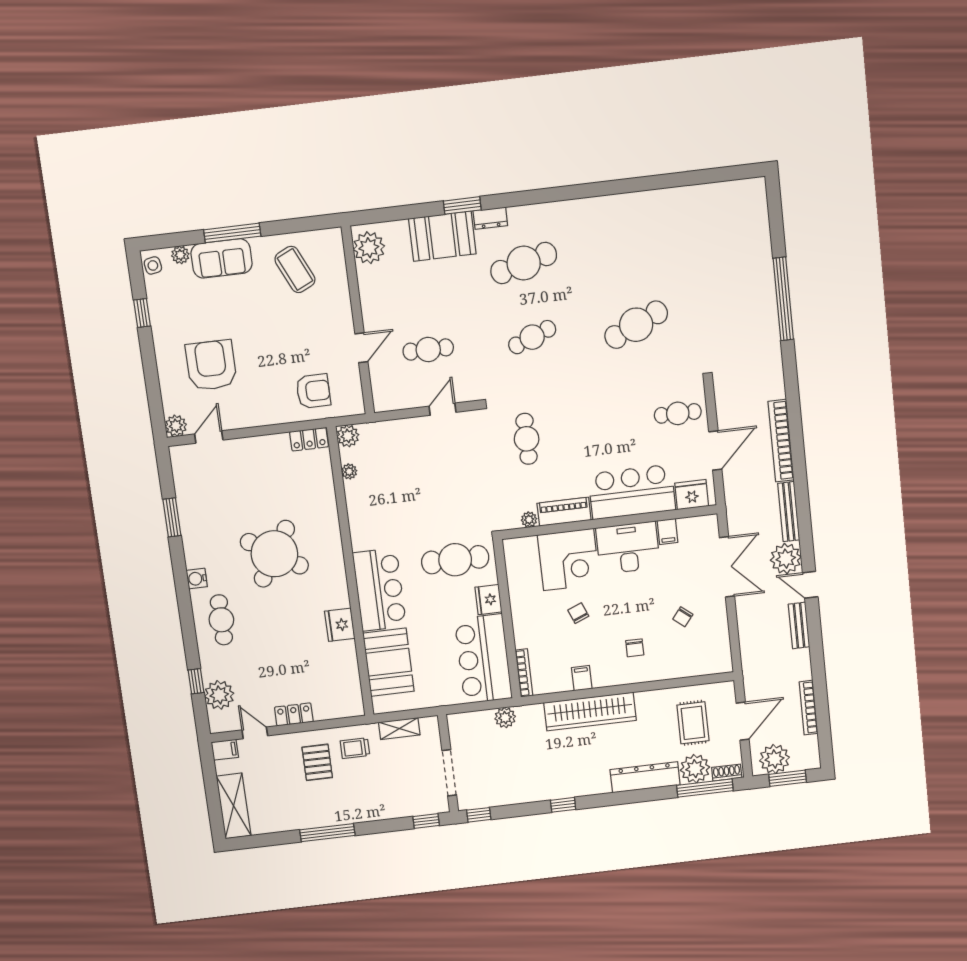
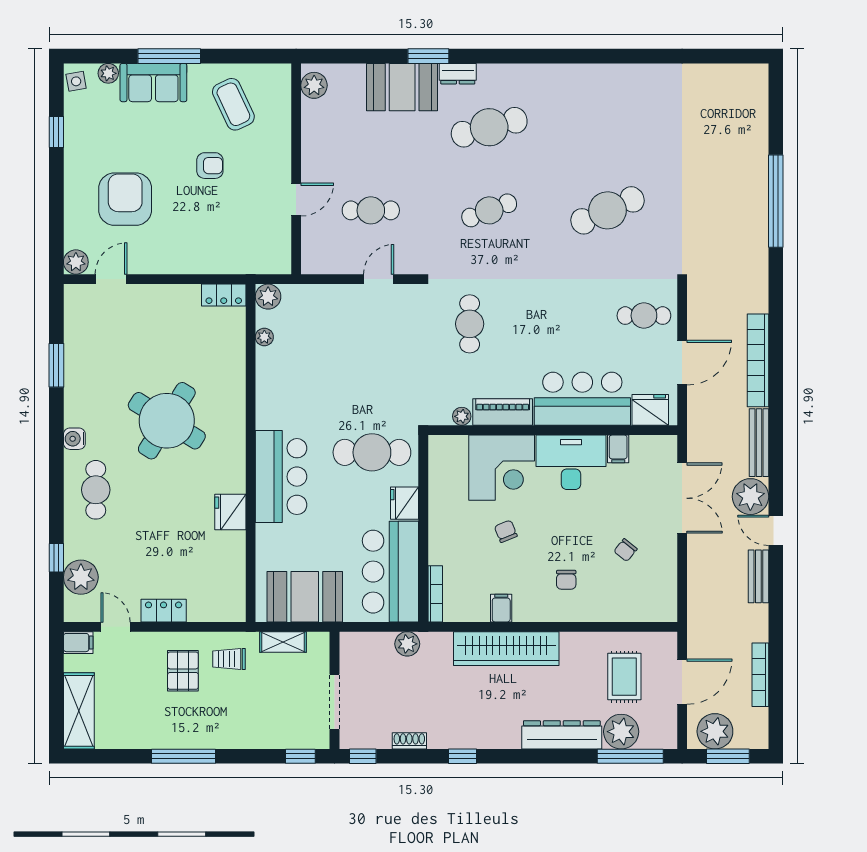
plant: (369, 248) -> (314, 85), width x0.73, depth x0.73
armchair: (313, 391) -> (210, 166), moved, width x0.72, depth x0.72
booth: (388, 662) -> (305, 597), moved, turned 90
shoe rack: (727, 773) -> (409, 741), moved

